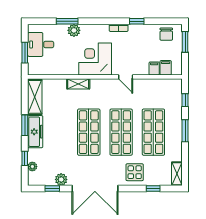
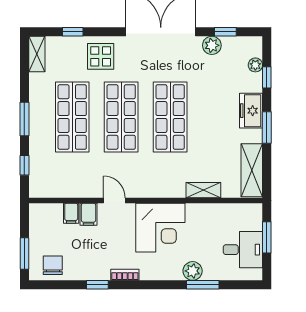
filing cabinet: (166, 68) -> (89, 214), moved
shelving: (78, 84) -> (203, 190), moved
freezer: (35, 132) -> (251, 111), width x0.71

